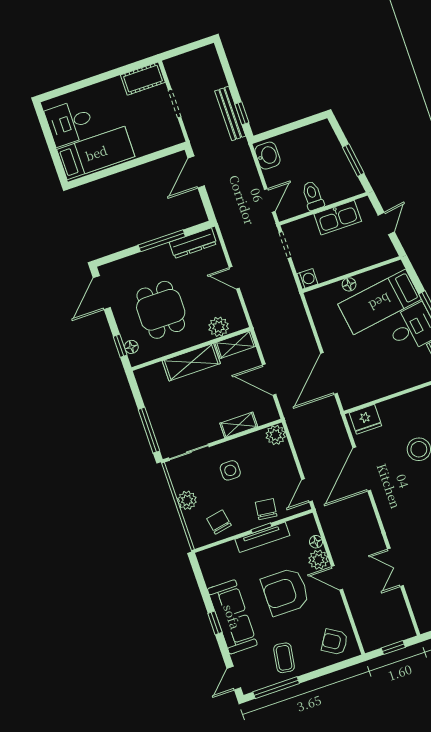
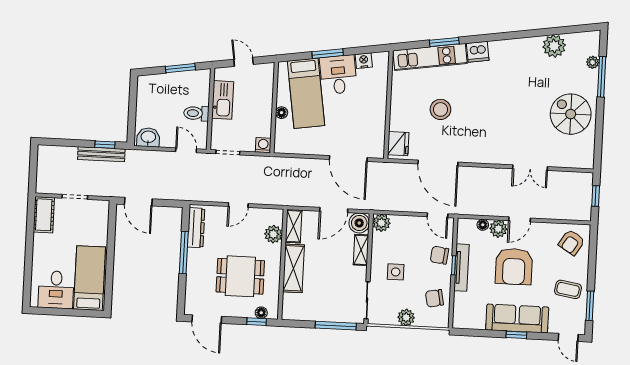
boiler: (266, 412) -> (359, 223), added
window: (276, 688) -> (590, 306), width x0.69

